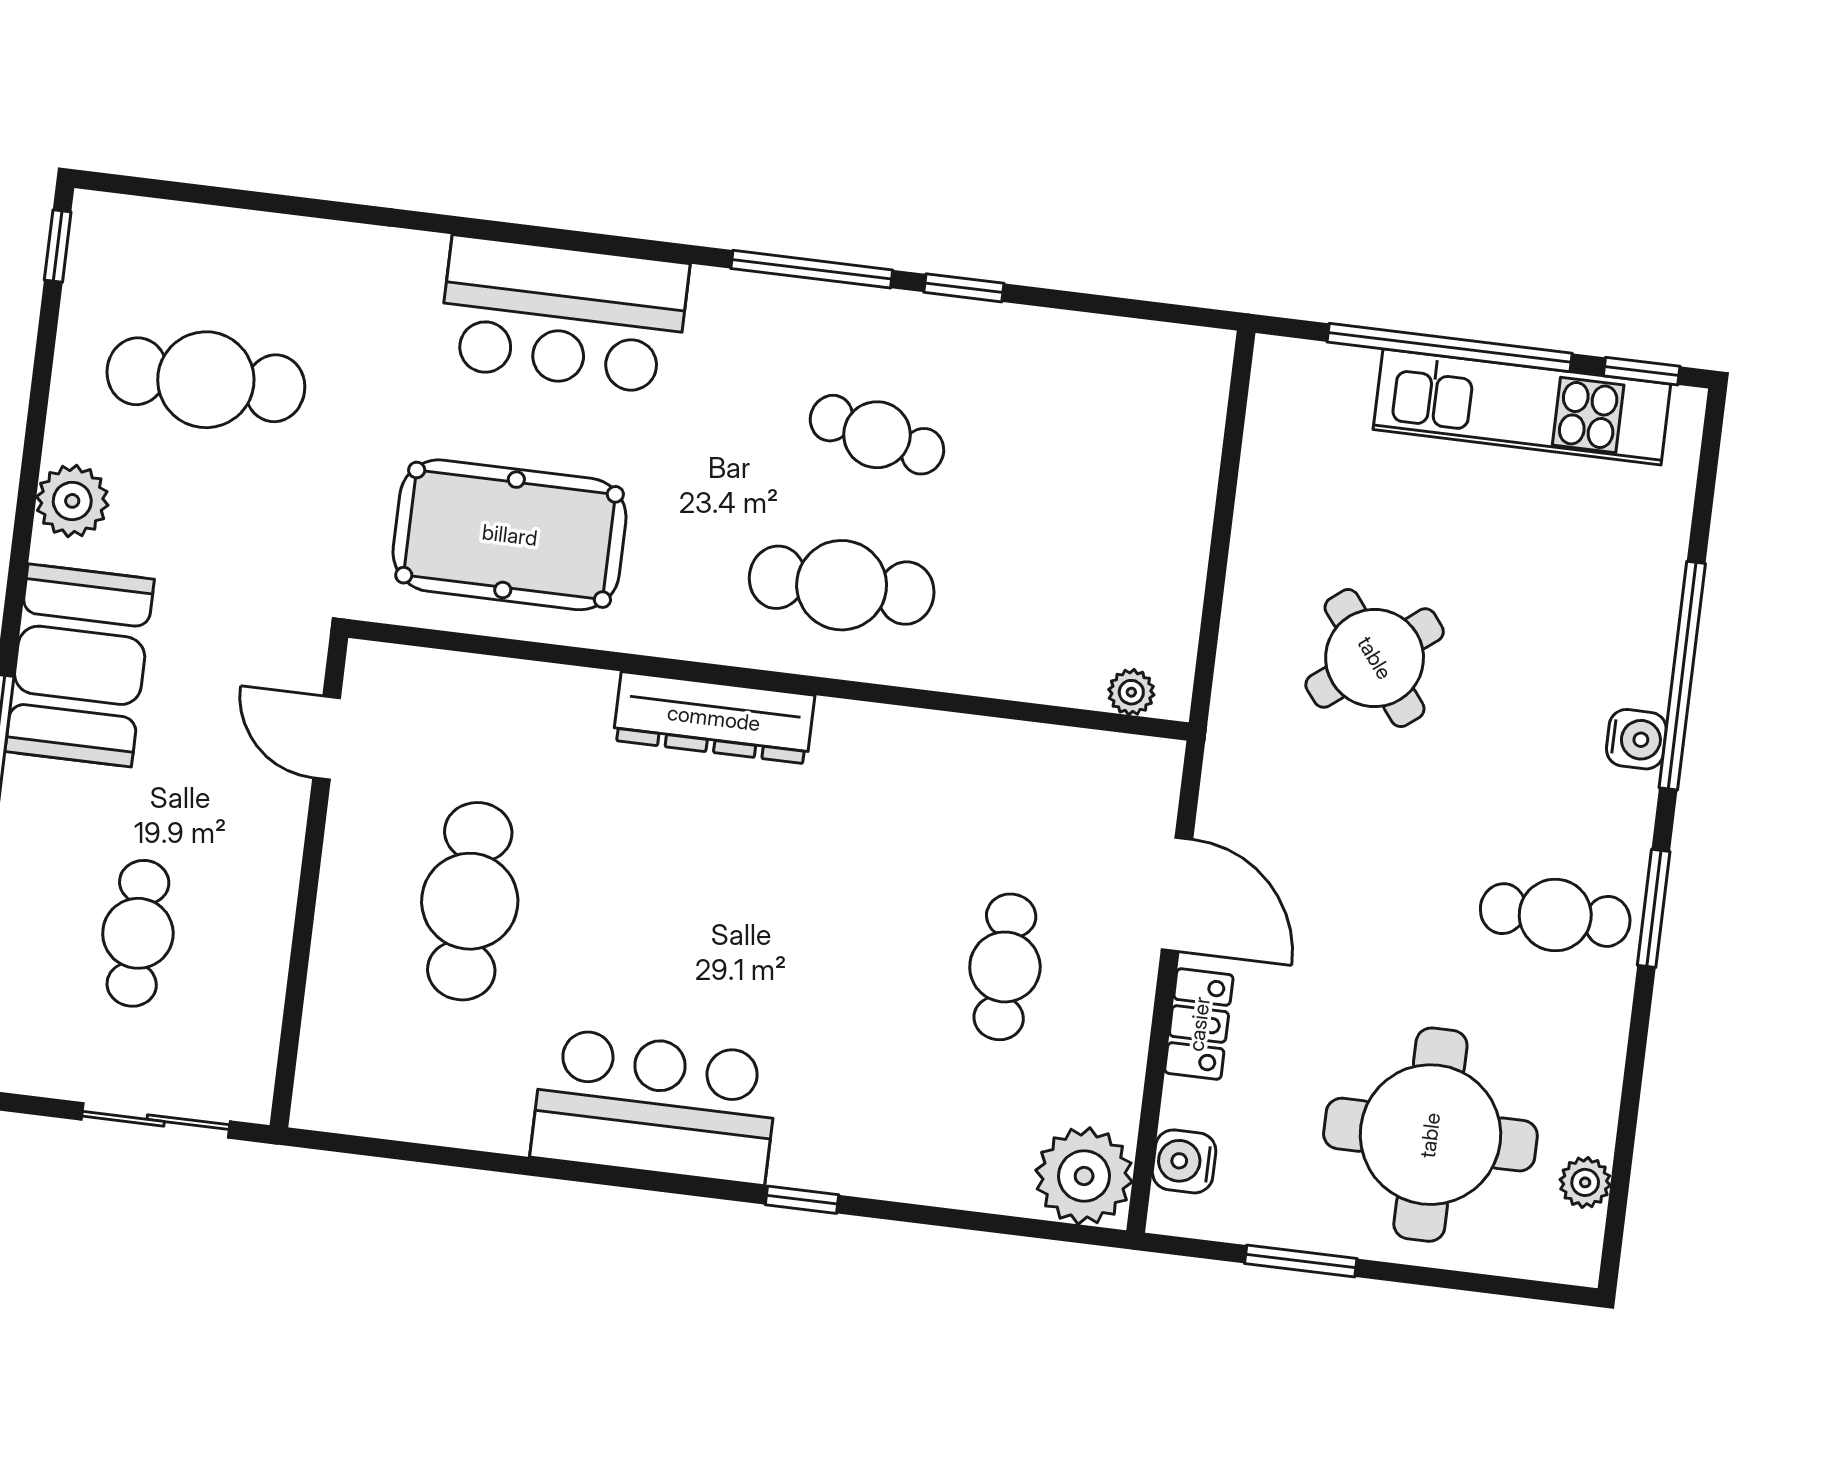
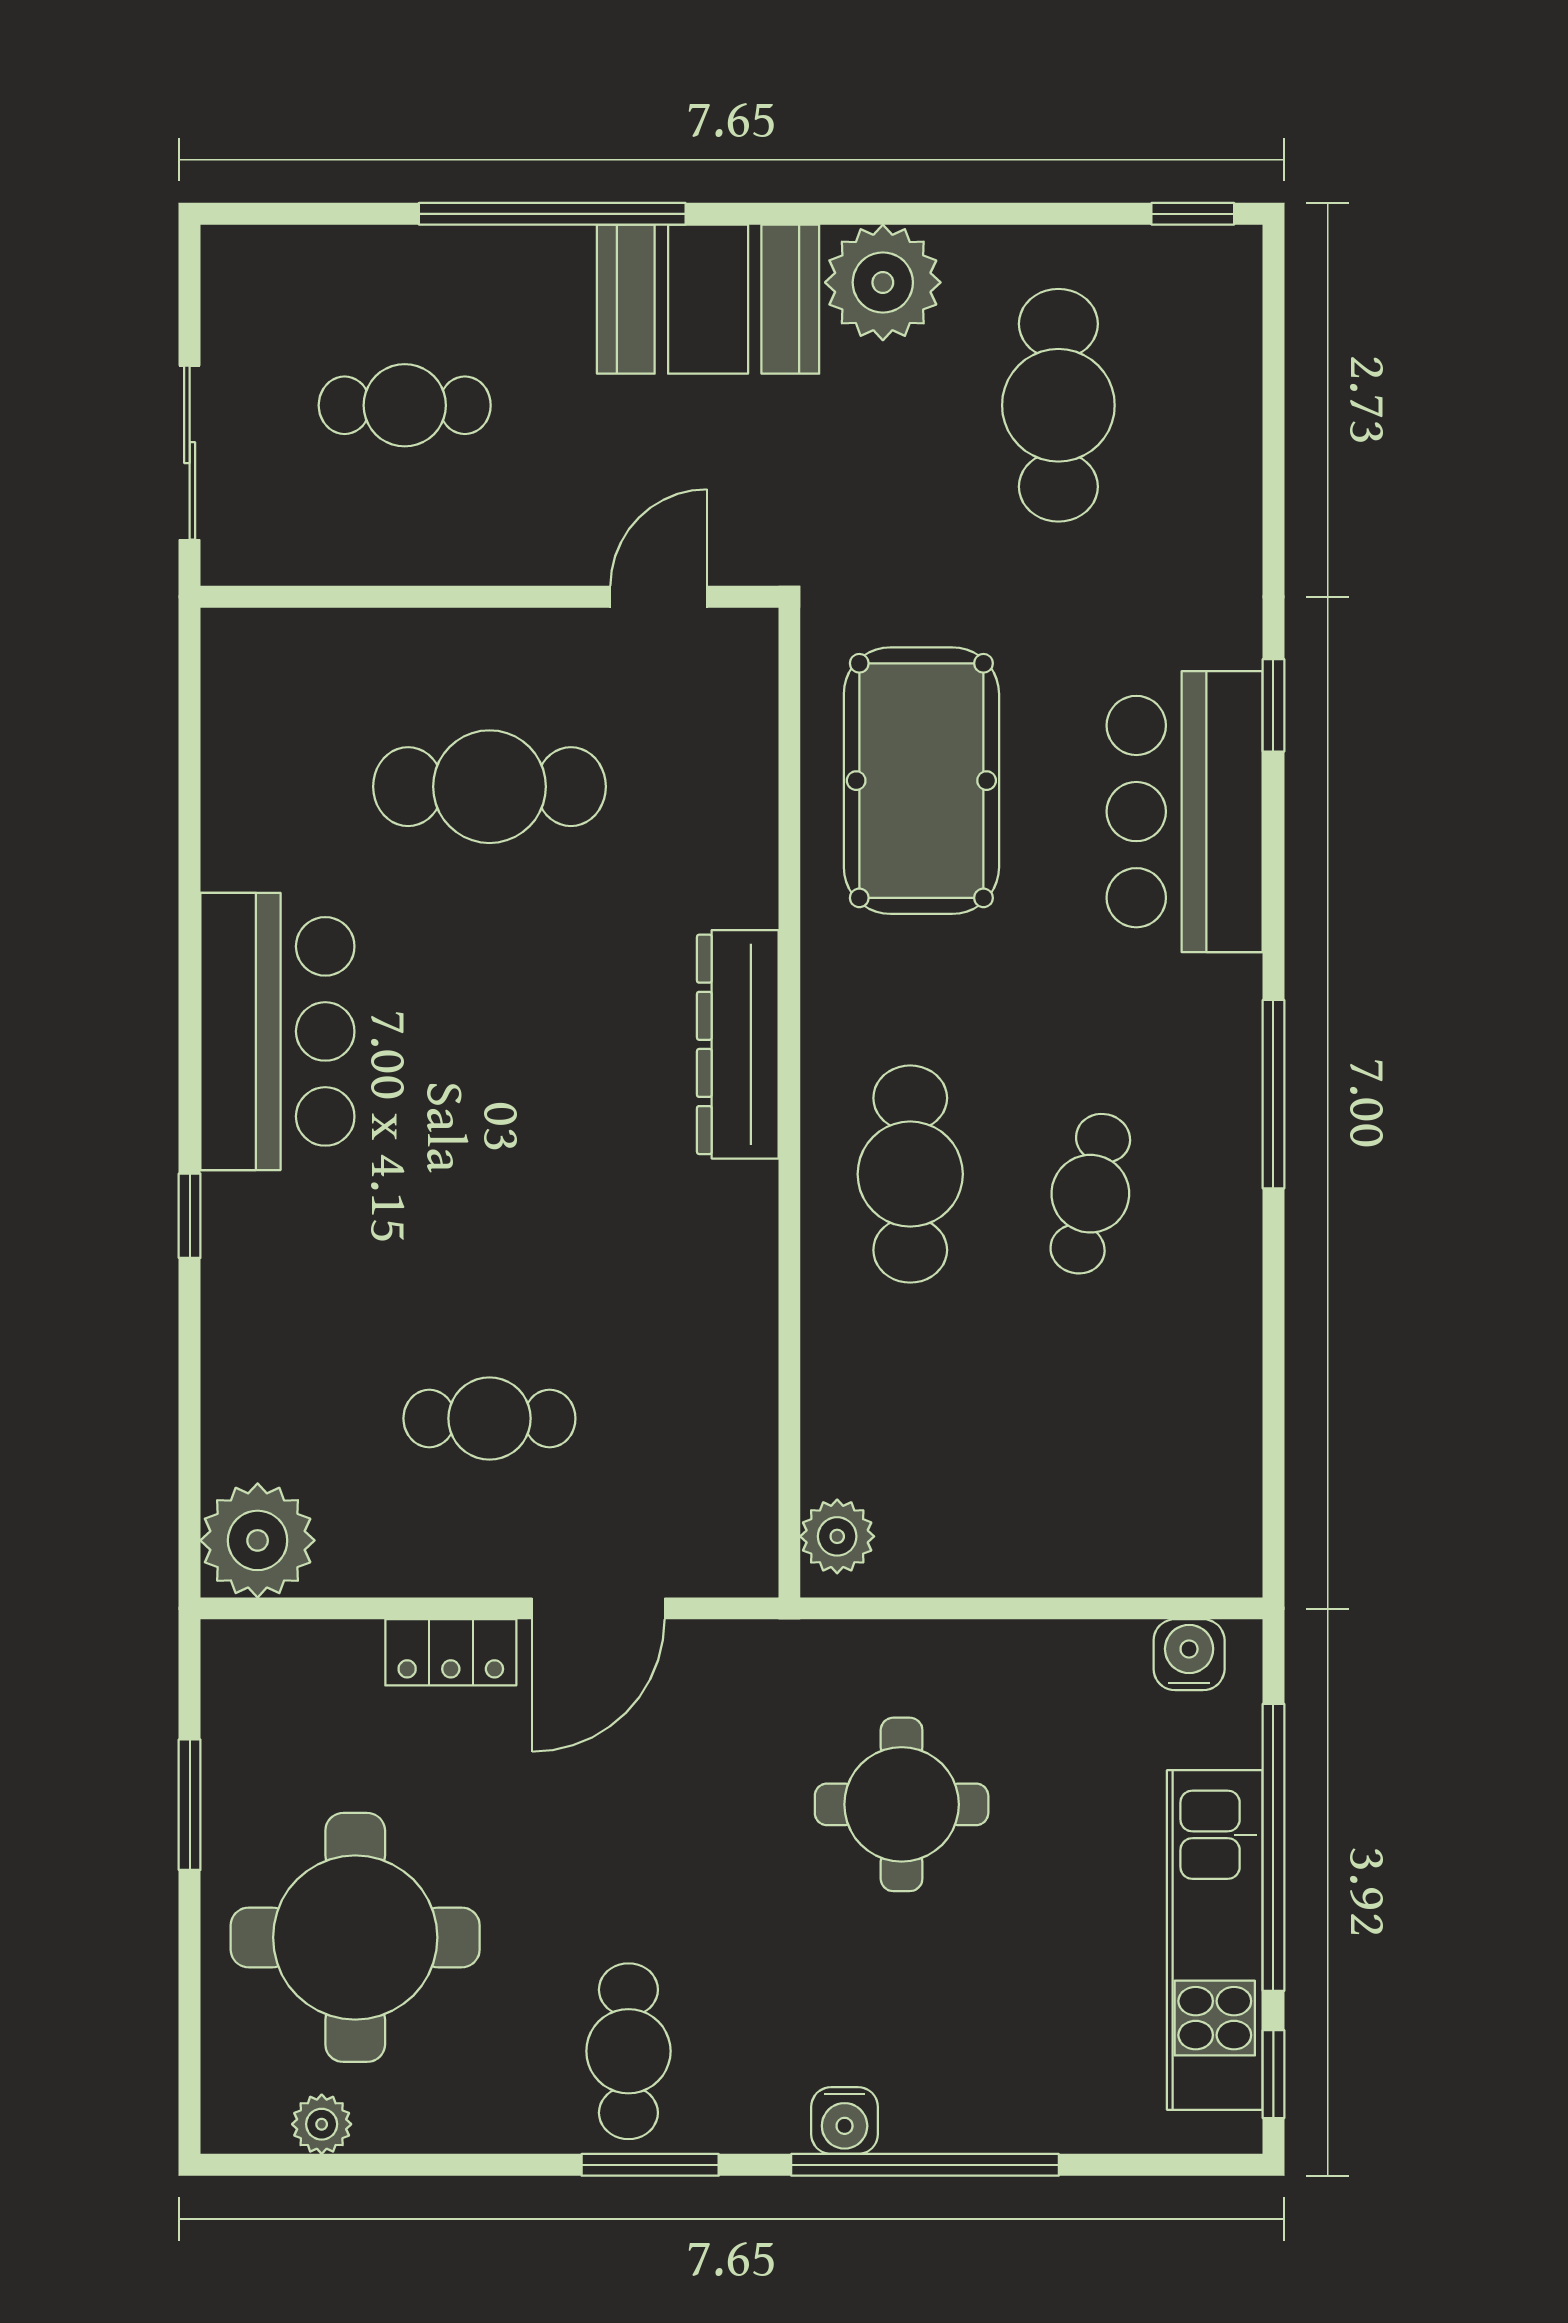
window: (964, 288) -> (1273, 705), moved
plant: (72, 501) -> (883, 282), width x1.36, depth x1.36
round table: (1375, 658) -> (902, 1804), turned 38
plant: (1131, 692) -> (837, 1536), width x1.38, depth x1.38
water cooler: (1184, 1161) -> (1189, 1655), moved

